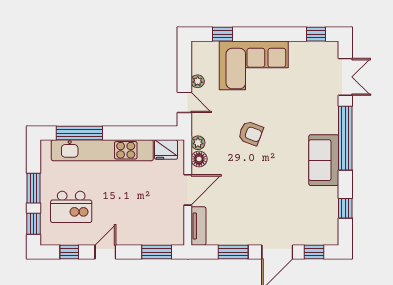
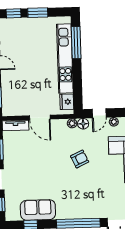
armchair: (251, 133) -> (80, 159), turned -136
floor lamp: (199, 159) -> (83, 124), moved
sofa: (324, 160) -> (38, 210), moved
kitchen island: (71, 207) -> (26, 39), removed

